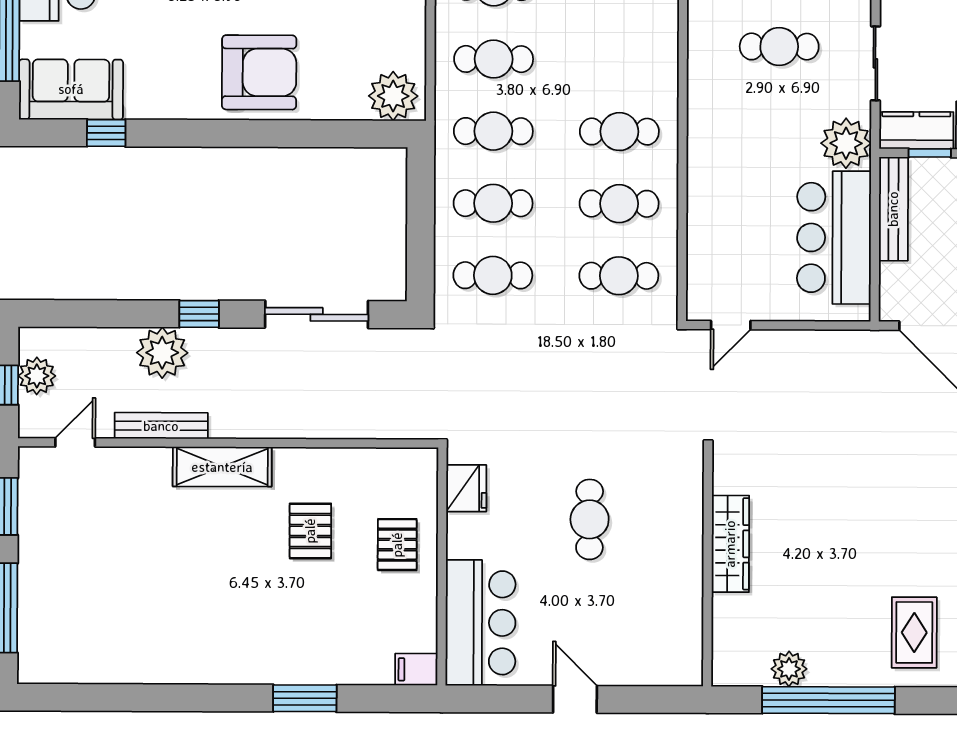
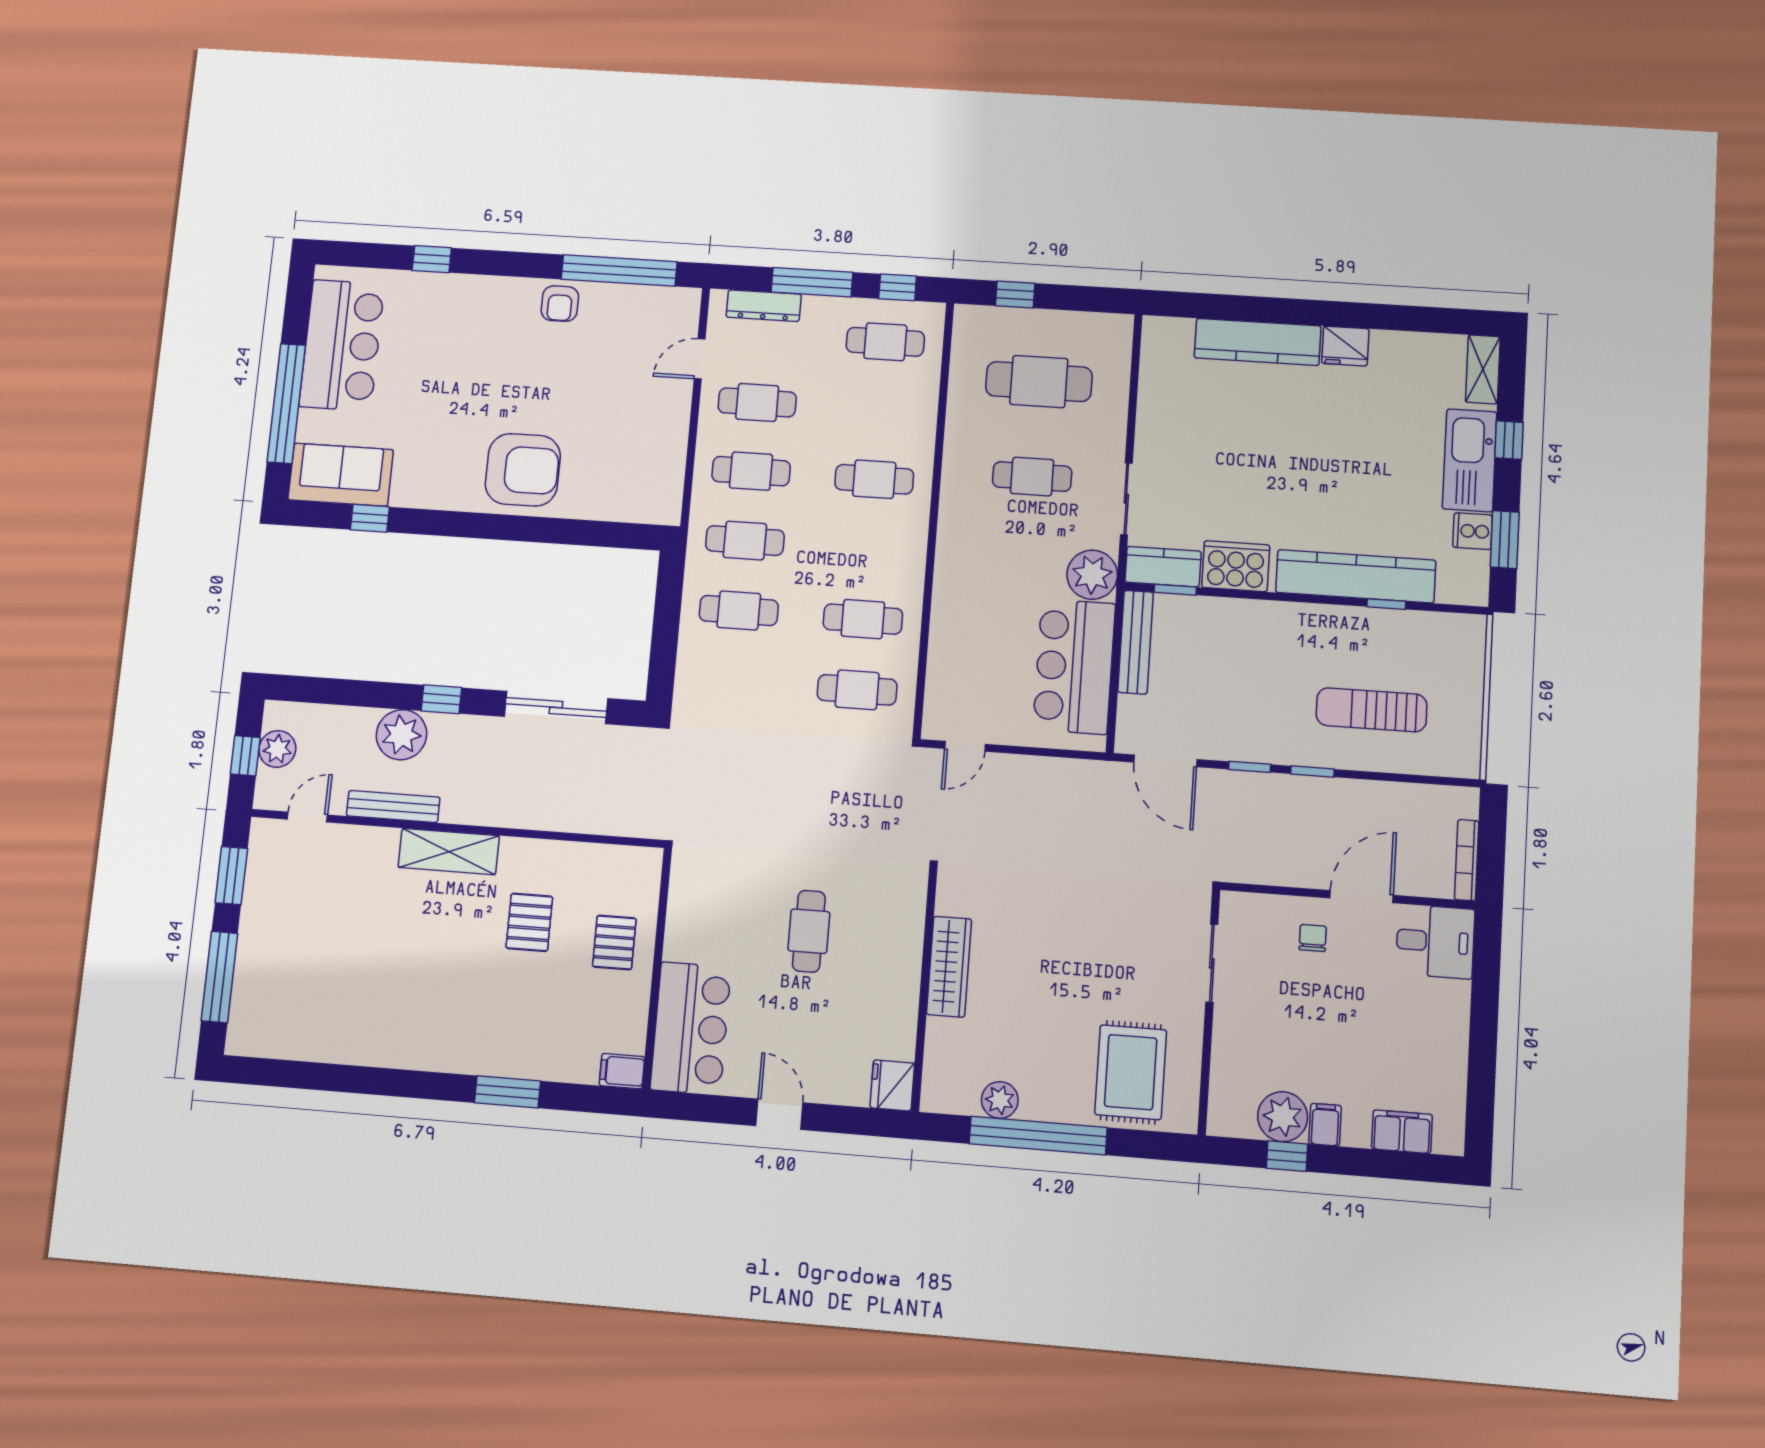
plant: (393, 96) -> (650, 501), removed
cafe table: (619, 132) -> (874, 479), moved
cafe table: (493, 275) -> (733, 681), removed
fridge: (466, 488) -> (892, 1085), moved, turned 180
rug: (914, 632) -> (1131, 1072), width x1.36, depth x1.43

